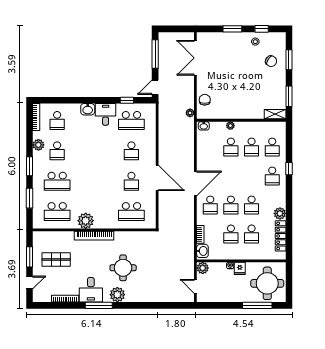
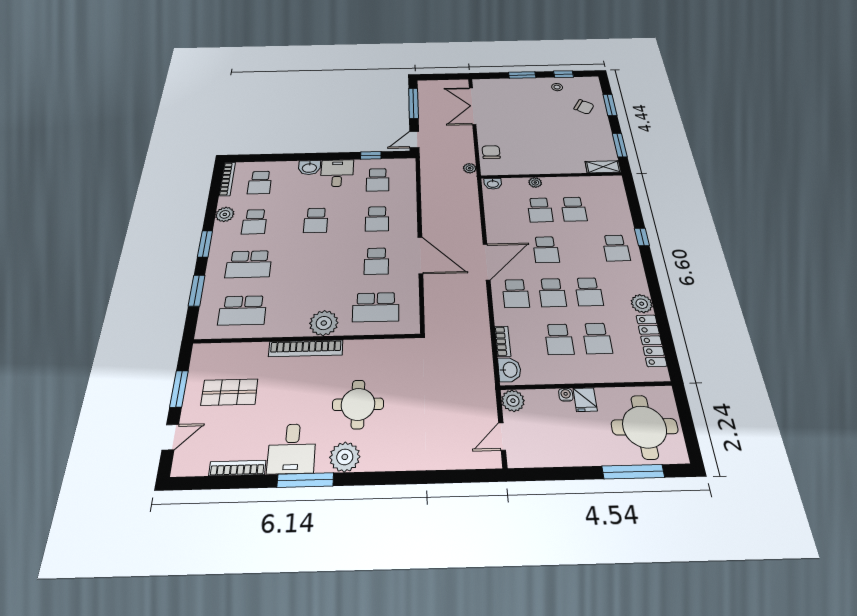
school desk: (131, 120) -> (378, 180), width x0.54
school desk: (272, 147) -> (546, 250), moved
school desk: (94, 151) -> (316, 220), added
plant: (86, 221) -> (324, 323), moved
door: (195, 286) -> (502, 436), hinge flipped

